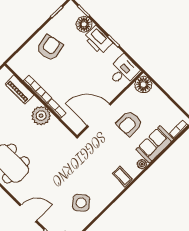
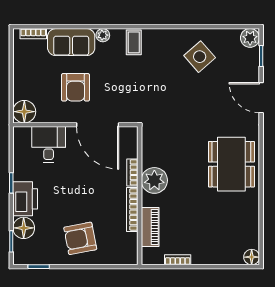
desk: (123, 71) -> (49, 144), moved, turned 90
armchair: (129, 123) -> (75, 87), turned 90

